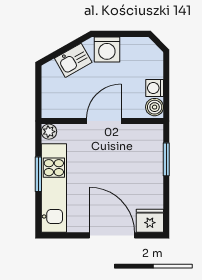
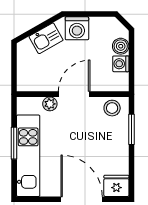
boiler: (155, 107) -> (121, 46), moved
plant: (49, 132) -> (50, 104), moved
stool: (145, 136) -> (112, 108), added

